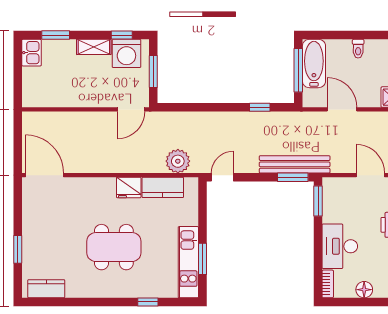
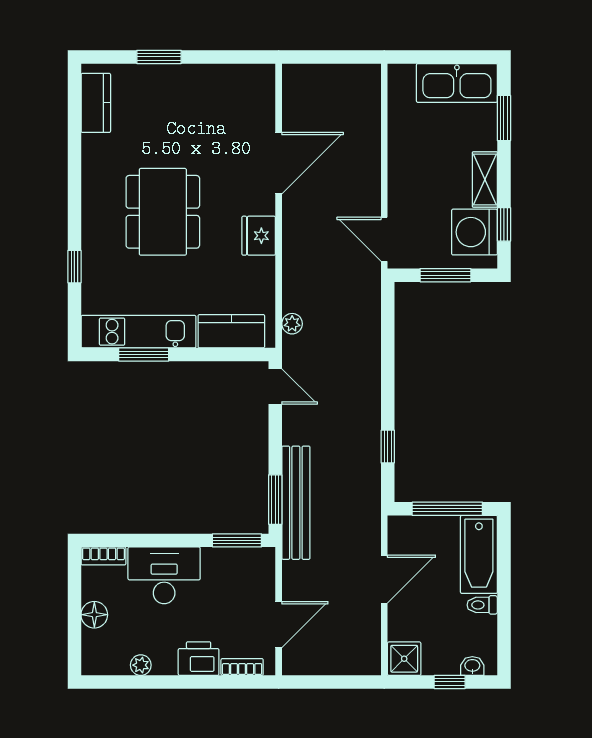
kitchen sink: (32, 53) -> (457, 83), width x1.87, depth x1.24
bathtub: (314, 63) -> (479, 554), moved, turned 90
plant: (178, 161) -> (292, 324), width x0.53, depth x0.53
door: (45, 175) -> (279, 163), moved
kitchen counter: (163, 187) -> (231, 331), moved, turned 90

